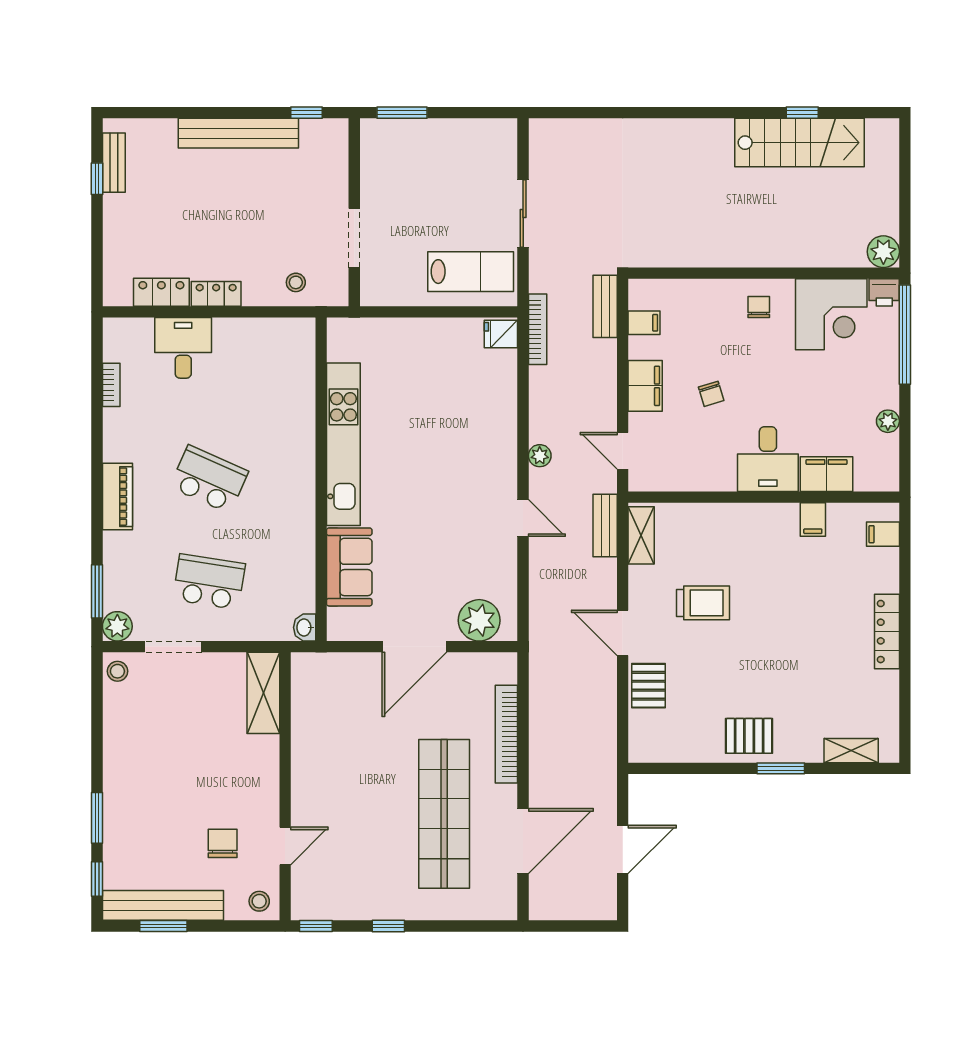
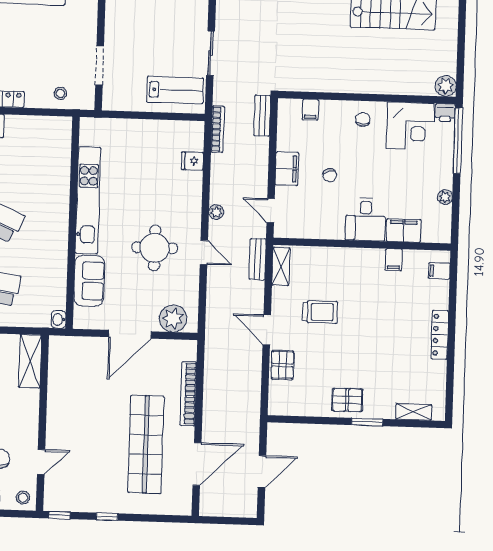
filing cabinet: (644, 323) -> (310, 110), moved, turned 90
fridge: (501, 334) -> (193, 161), moved
round table: (448, 513) -> (155, 248), added

